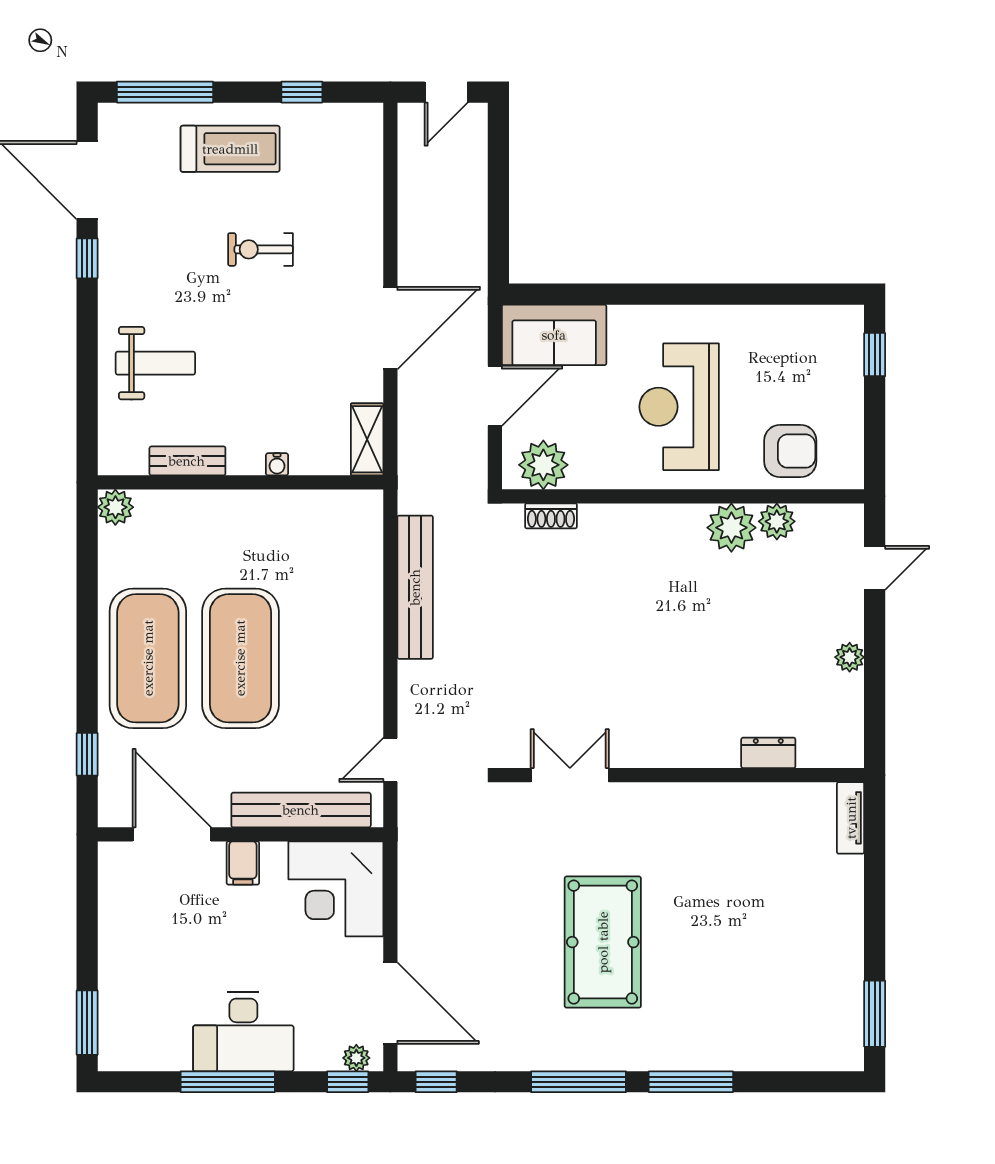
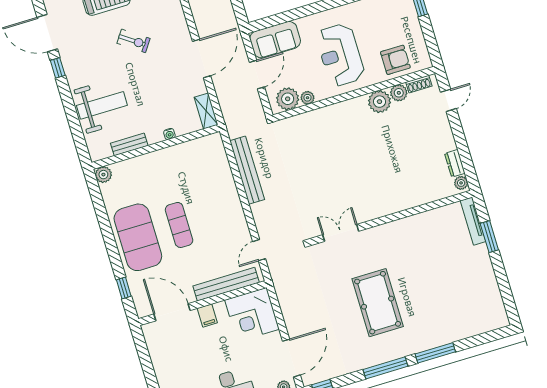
exercise bike: (260, 249) -> (133, 41), turned -145
weight bench: (155, 363) -> (102, 105), width x1.36, depth x1.33
plant: (585, 475) -> (307, 98), added
shoe rack: (551, 516) -> (419, 84), moved
plant: (850, 657) -> (461, 183), moved
exercise mat: (240, 658) -> (179, 225), width x0.50, depth x0.69
dresser: (768, 753) -> (455, 163), moved, turned -90
tv unit: (851, 818) -> (473, 221), width x1.41
door: (390, 1003) -> (291, 358), hinge flipped
window: (875, 1014) -> (489, 237), moved

